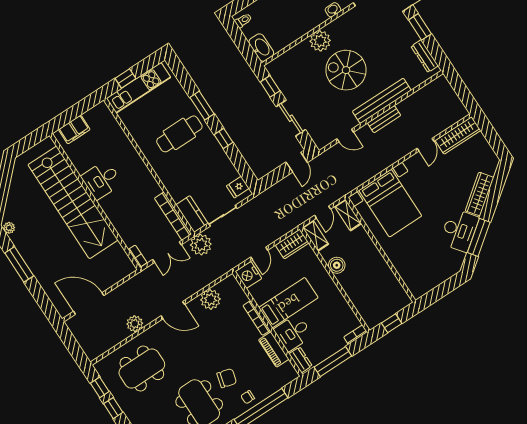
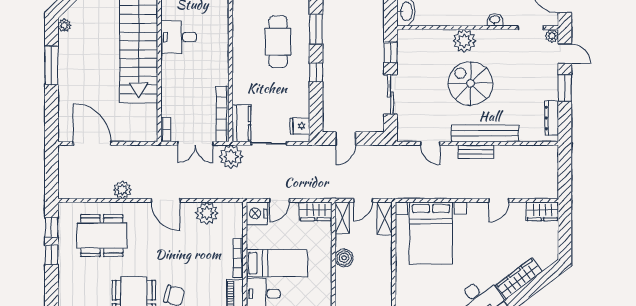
cafe table: (179, 134) -> (278, 42), turned 90
wardrobe: (458, 135) -> (542, 211), width x0.67
door: (297, 162) -> (346, 139), moved

